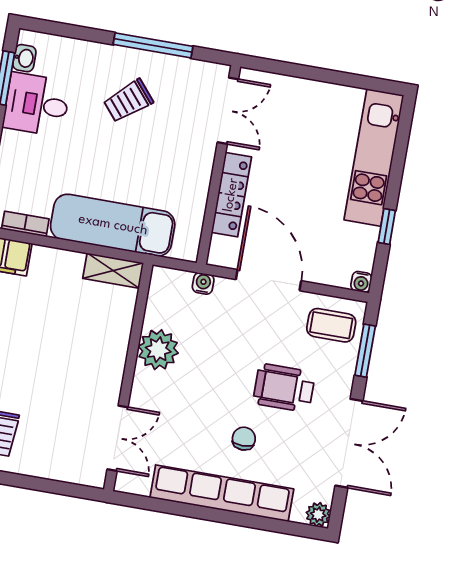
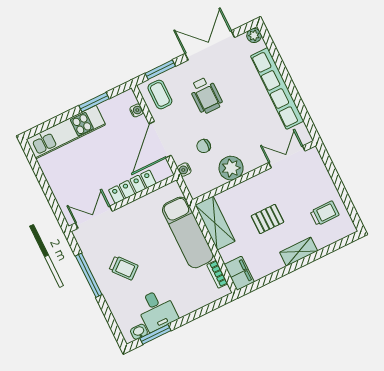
window: (387, 226) -> (94, 102), width x1.50
shelving: (113, 271) -> (215, 223), width x1.50, depth x1.33
water cooler: (361, 282) -> (137, 110), moved
pallet: (51, 349) -> (267, 219), added
chair: (244, 439) -> (204, 146), moved

